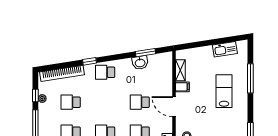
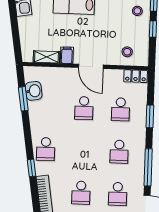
washbasin: (140, 63) -> (34, 91), moved
door: (174, 107) -> (91, 66), hinge flipped

